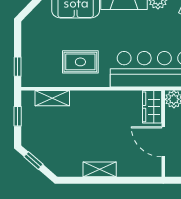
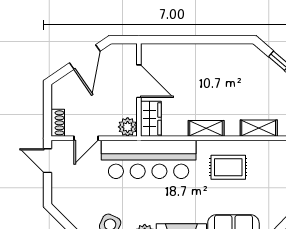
shelving: (100, 169) -> (206, 128), moved

